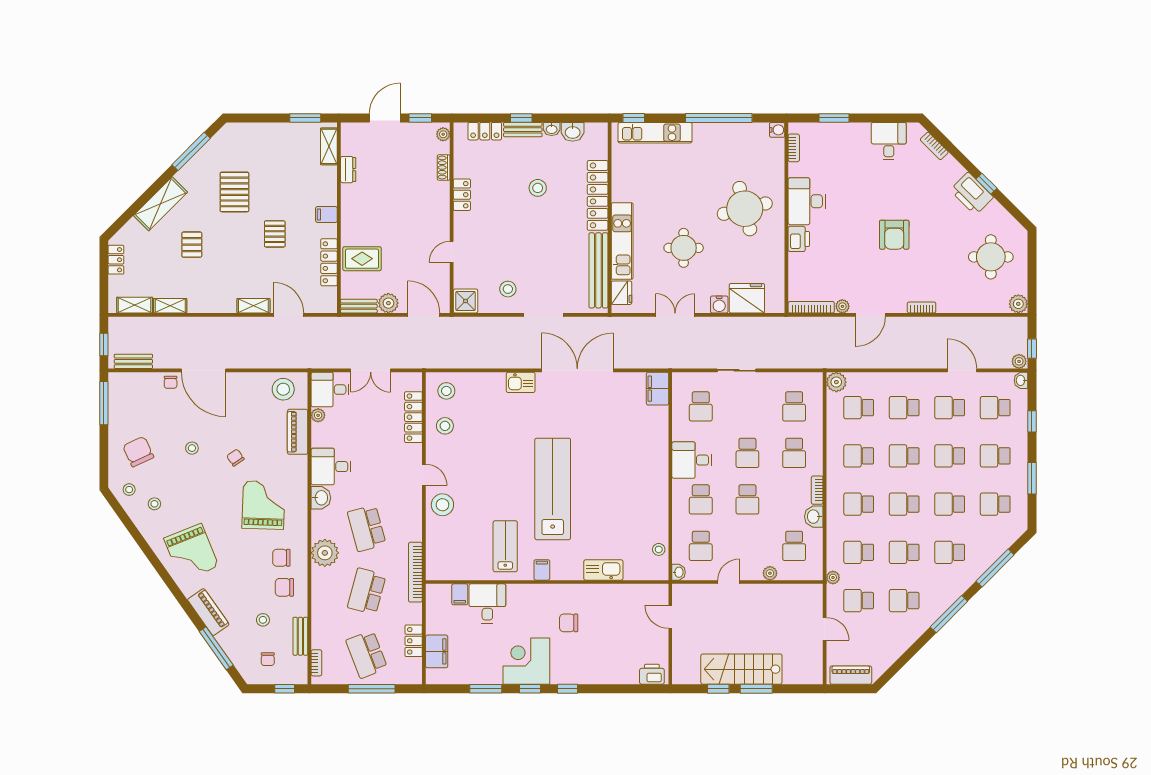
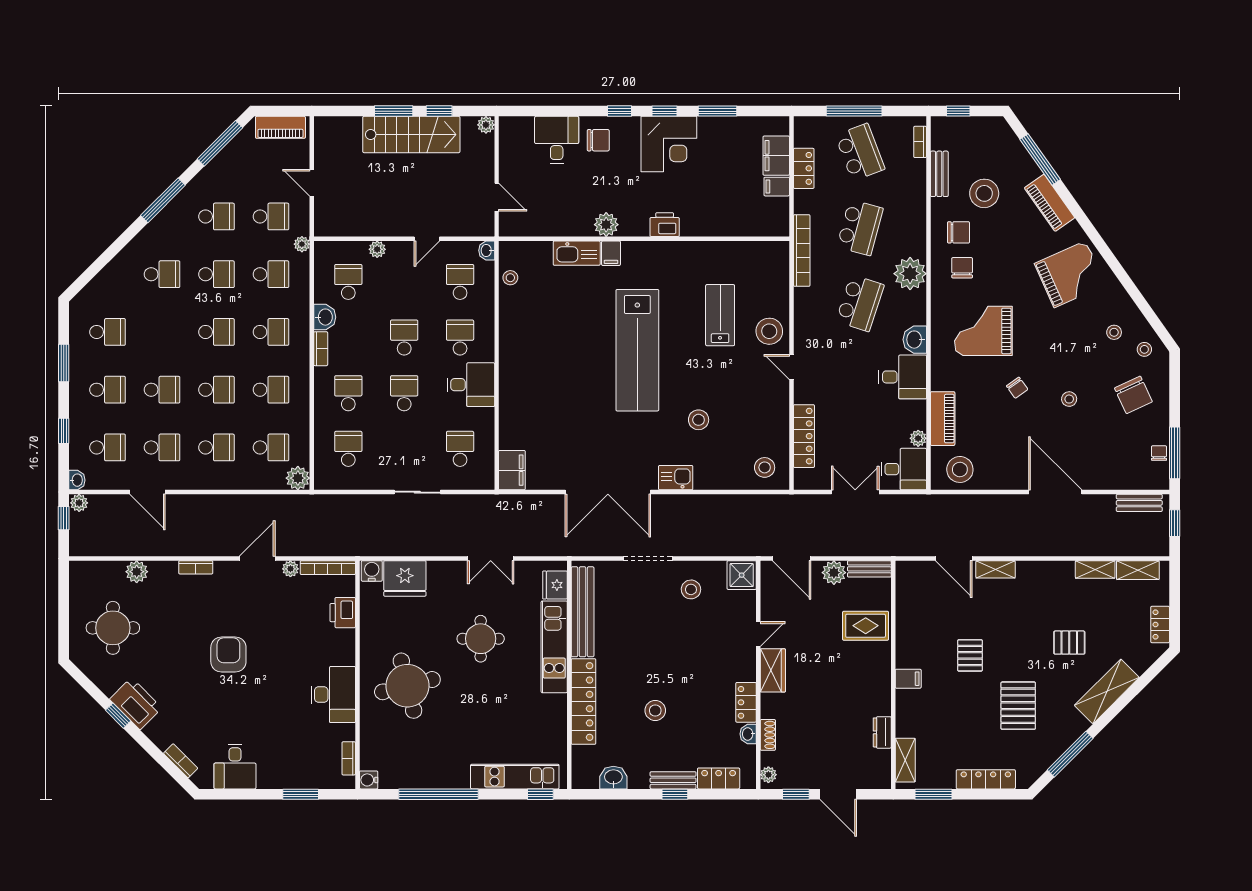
door: (385, 118) -> (838, 794), hinge flipped
washbasin: (552, 129) -> (748, 734), moved, turned -90
wardrobe: (439, 221) -> (773, 670), added
printer: (799, 239) -> (343, 613), moved
pallet: (192, 245) -> (1069, 643), turned 90
locker: (329, 262) -> (986, 779), moved, turned -90
water cooler: (719, 304) -> (372, 571), moved
plant: (1018, 304) -> (137, 572), moved
chair: (171, 382) -> (1159, 453), moved
stool: (445, 426) -> (699, 420), moved
school desk: (950, 504) -> (162, 332), removed
grand piano: (264, 505) -> (983, 331), turned 88
school desk: (367, 528) -> (860, 303), turned 33
lab bench: (505, 546) -> (720, 315), moved, turned 180
grand piano: (191, 552) -> (1070, 274), turned 88
chair: (281, 558) -> (962, 268), turned -90
window: (995, 568) -> (220, 143), moved
filing cabinet: (542, 570) -> (611, 253), moved
filing cabinet: (460, 594) -> (777, 187), moved, turned -90
plant: (579, 594) -> (606, 225), added
desk: (487, 603) -> (557, 140), moved, turned 180
stool: (263, 620) -> (984, 193), width x1.89, depth x1.89
chair: (569, 623) -> (598, 140), moved
chair: (268, 659) -> (978, 146), removed
printer: (652, 674) -> (665, 225), moved, turned 180
plant: (679, 677) -> (486, 125), added

